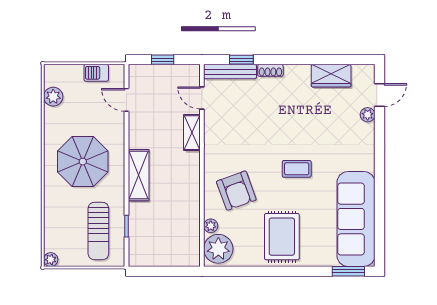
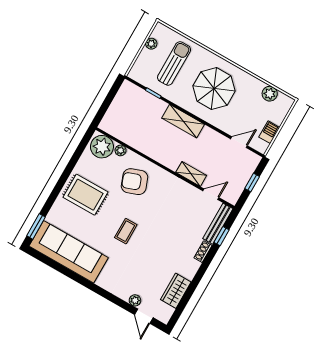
sun lounger: (98, 231) -> (174, 64), moved, turned 90
plant: (51, 260) -> (151, 44), moved

